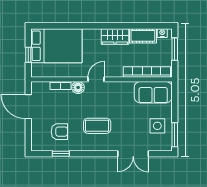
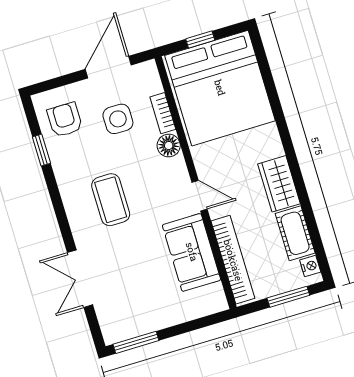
bed: (56, 46) -> (220, 88), width x1.36
door: (96, 79) -> (199, 196), moved
sofa: (153, 92) -> (192, 252), moved
side table: (157, 126) -> (118, 119), moved
armchair: (59, 132) -> (65, 120), moved, turned 180

